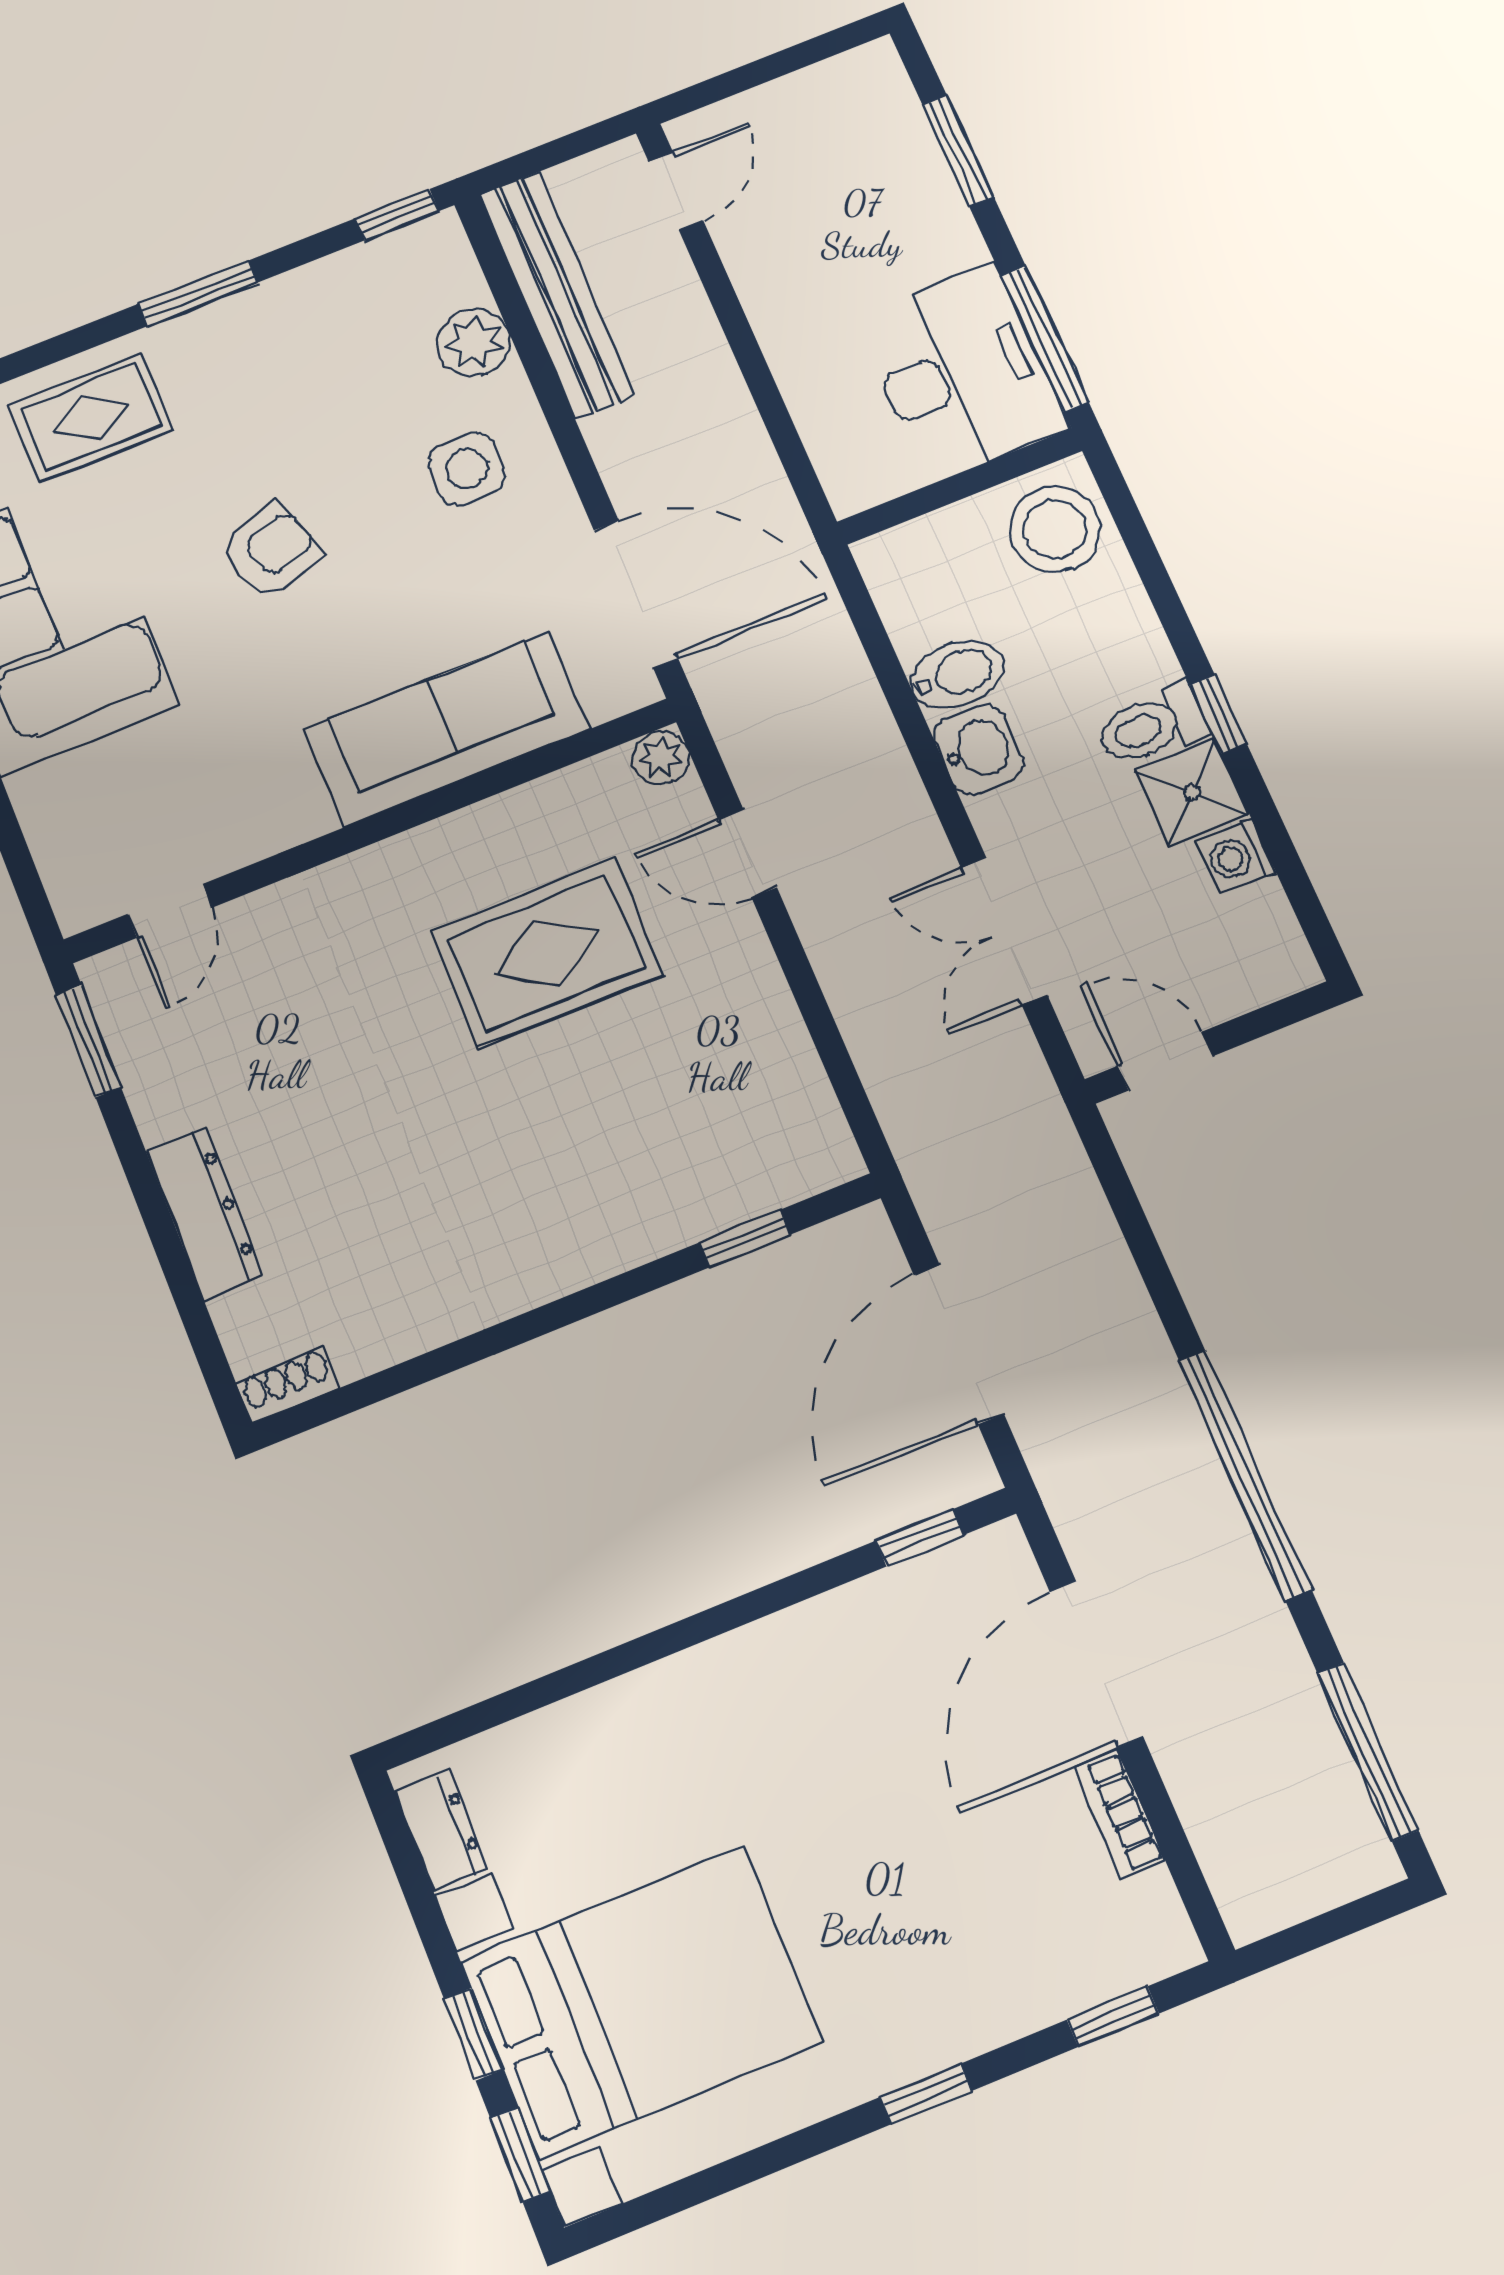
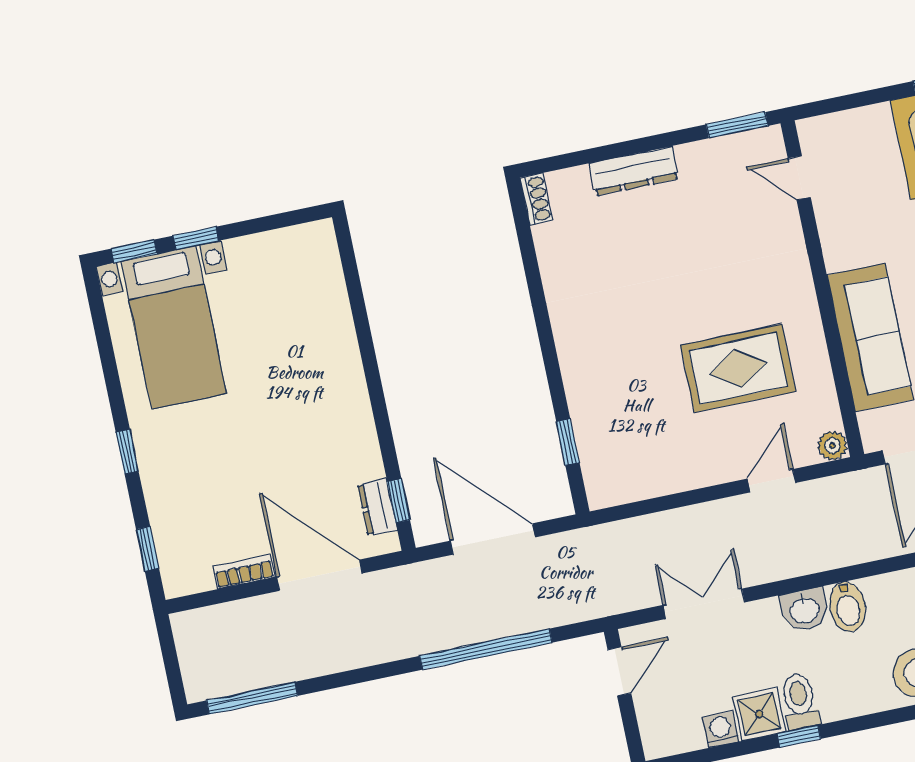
rug: (547, 953) -> (738, 368), turned 90
window: (1245, 1474) -> (486, 649), moved
dresser: (442, 1830) -> (377, 507), moved, turned 90
bed with nightstands: (641, 2002) -> (174, 327), width x0.73

